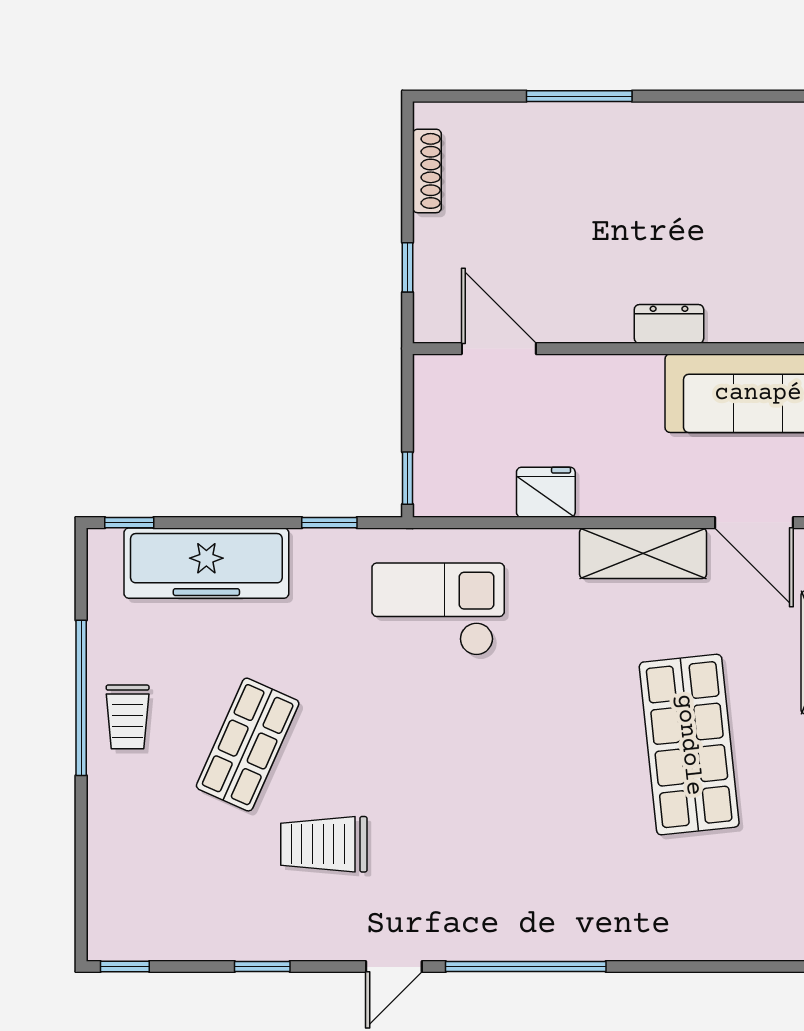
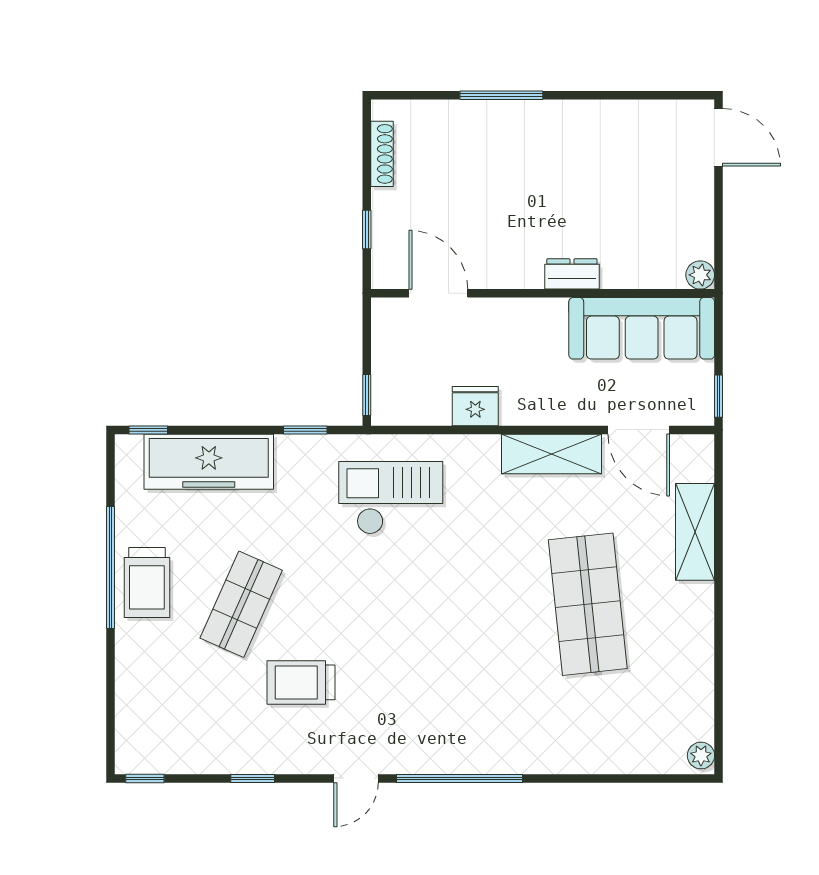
trolley: (128, 717) -> (147, 583), width x1.36, depth x1.39

